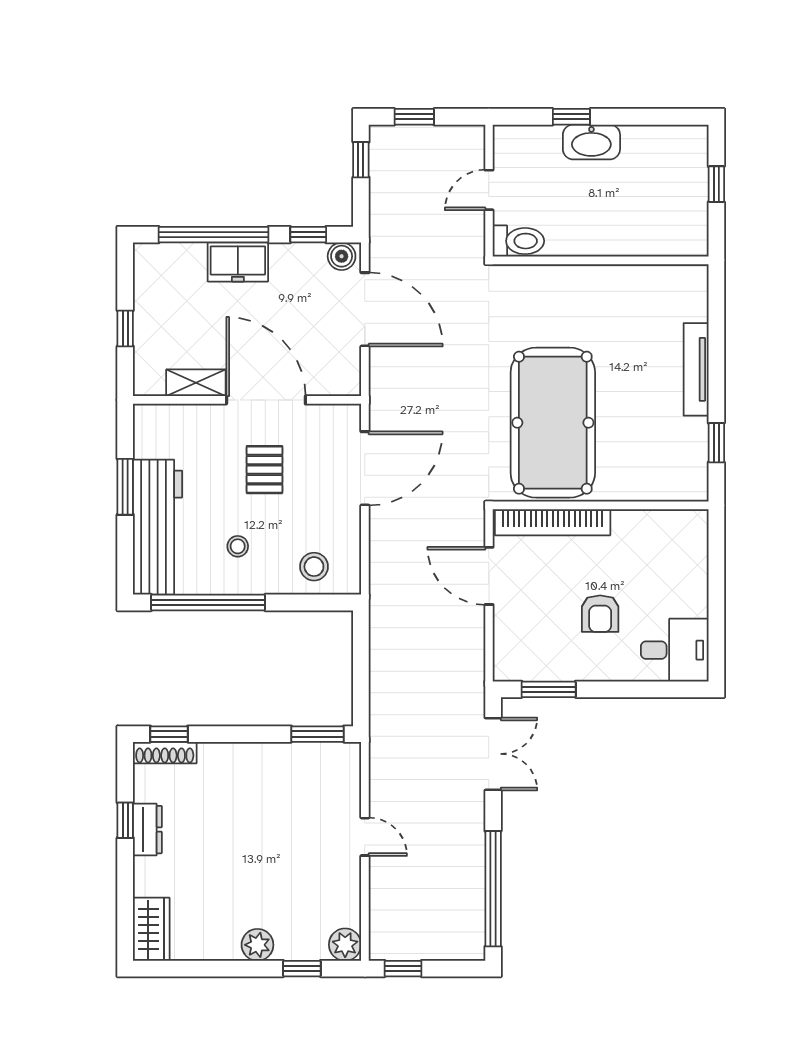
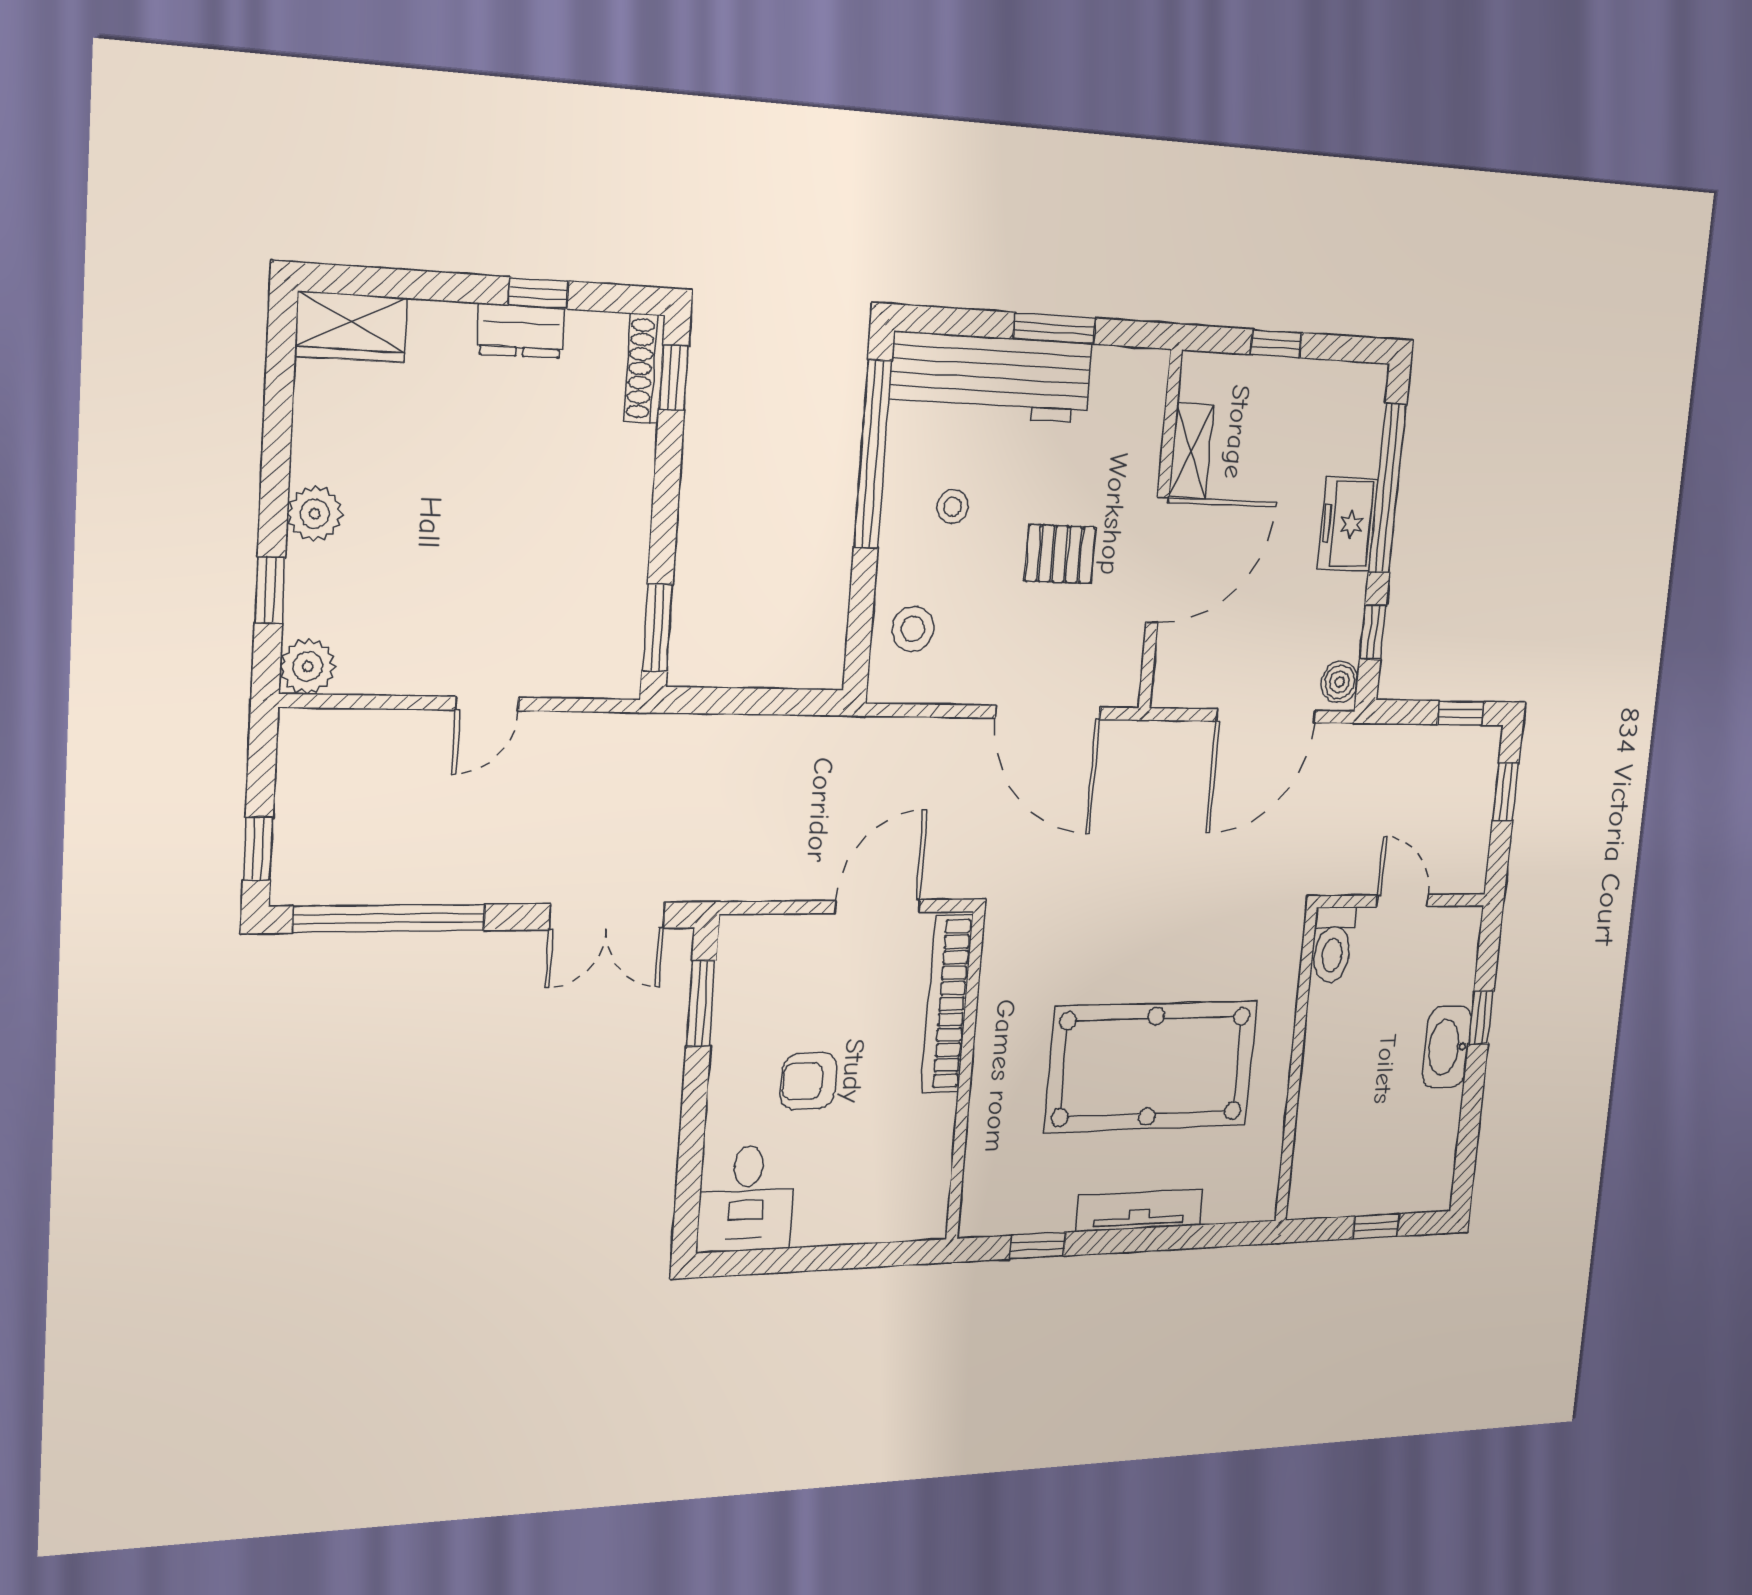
pool table: (553, 423) -> (1151, 1066), moved
window: (403, 969) -> (258, 849), moved

